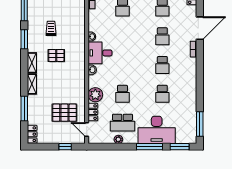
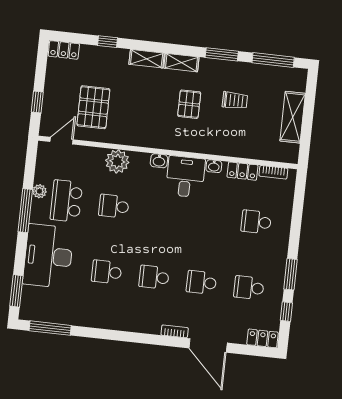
window: (24, 109) -> (107, 42), width x0.46
locker: (93, 112) -> (242, 171), moved
window: (150, 147) -> (25, 211), moved

